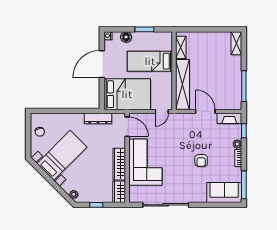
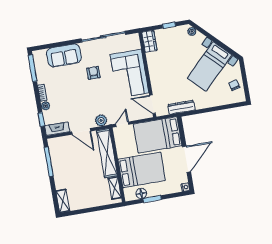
floor lamp: (126, 37) -> (141, 193), moved
bed: (150, 61) -> (142, 170), width x1.50
plant: (183, 119) -> (101, 120), added
armchair: (201, 160) -> (93, 73), moved
wardrobe: (119, 164) -> (154, 68), removed
sofa: (224, 192) -> (64, 55), moved

